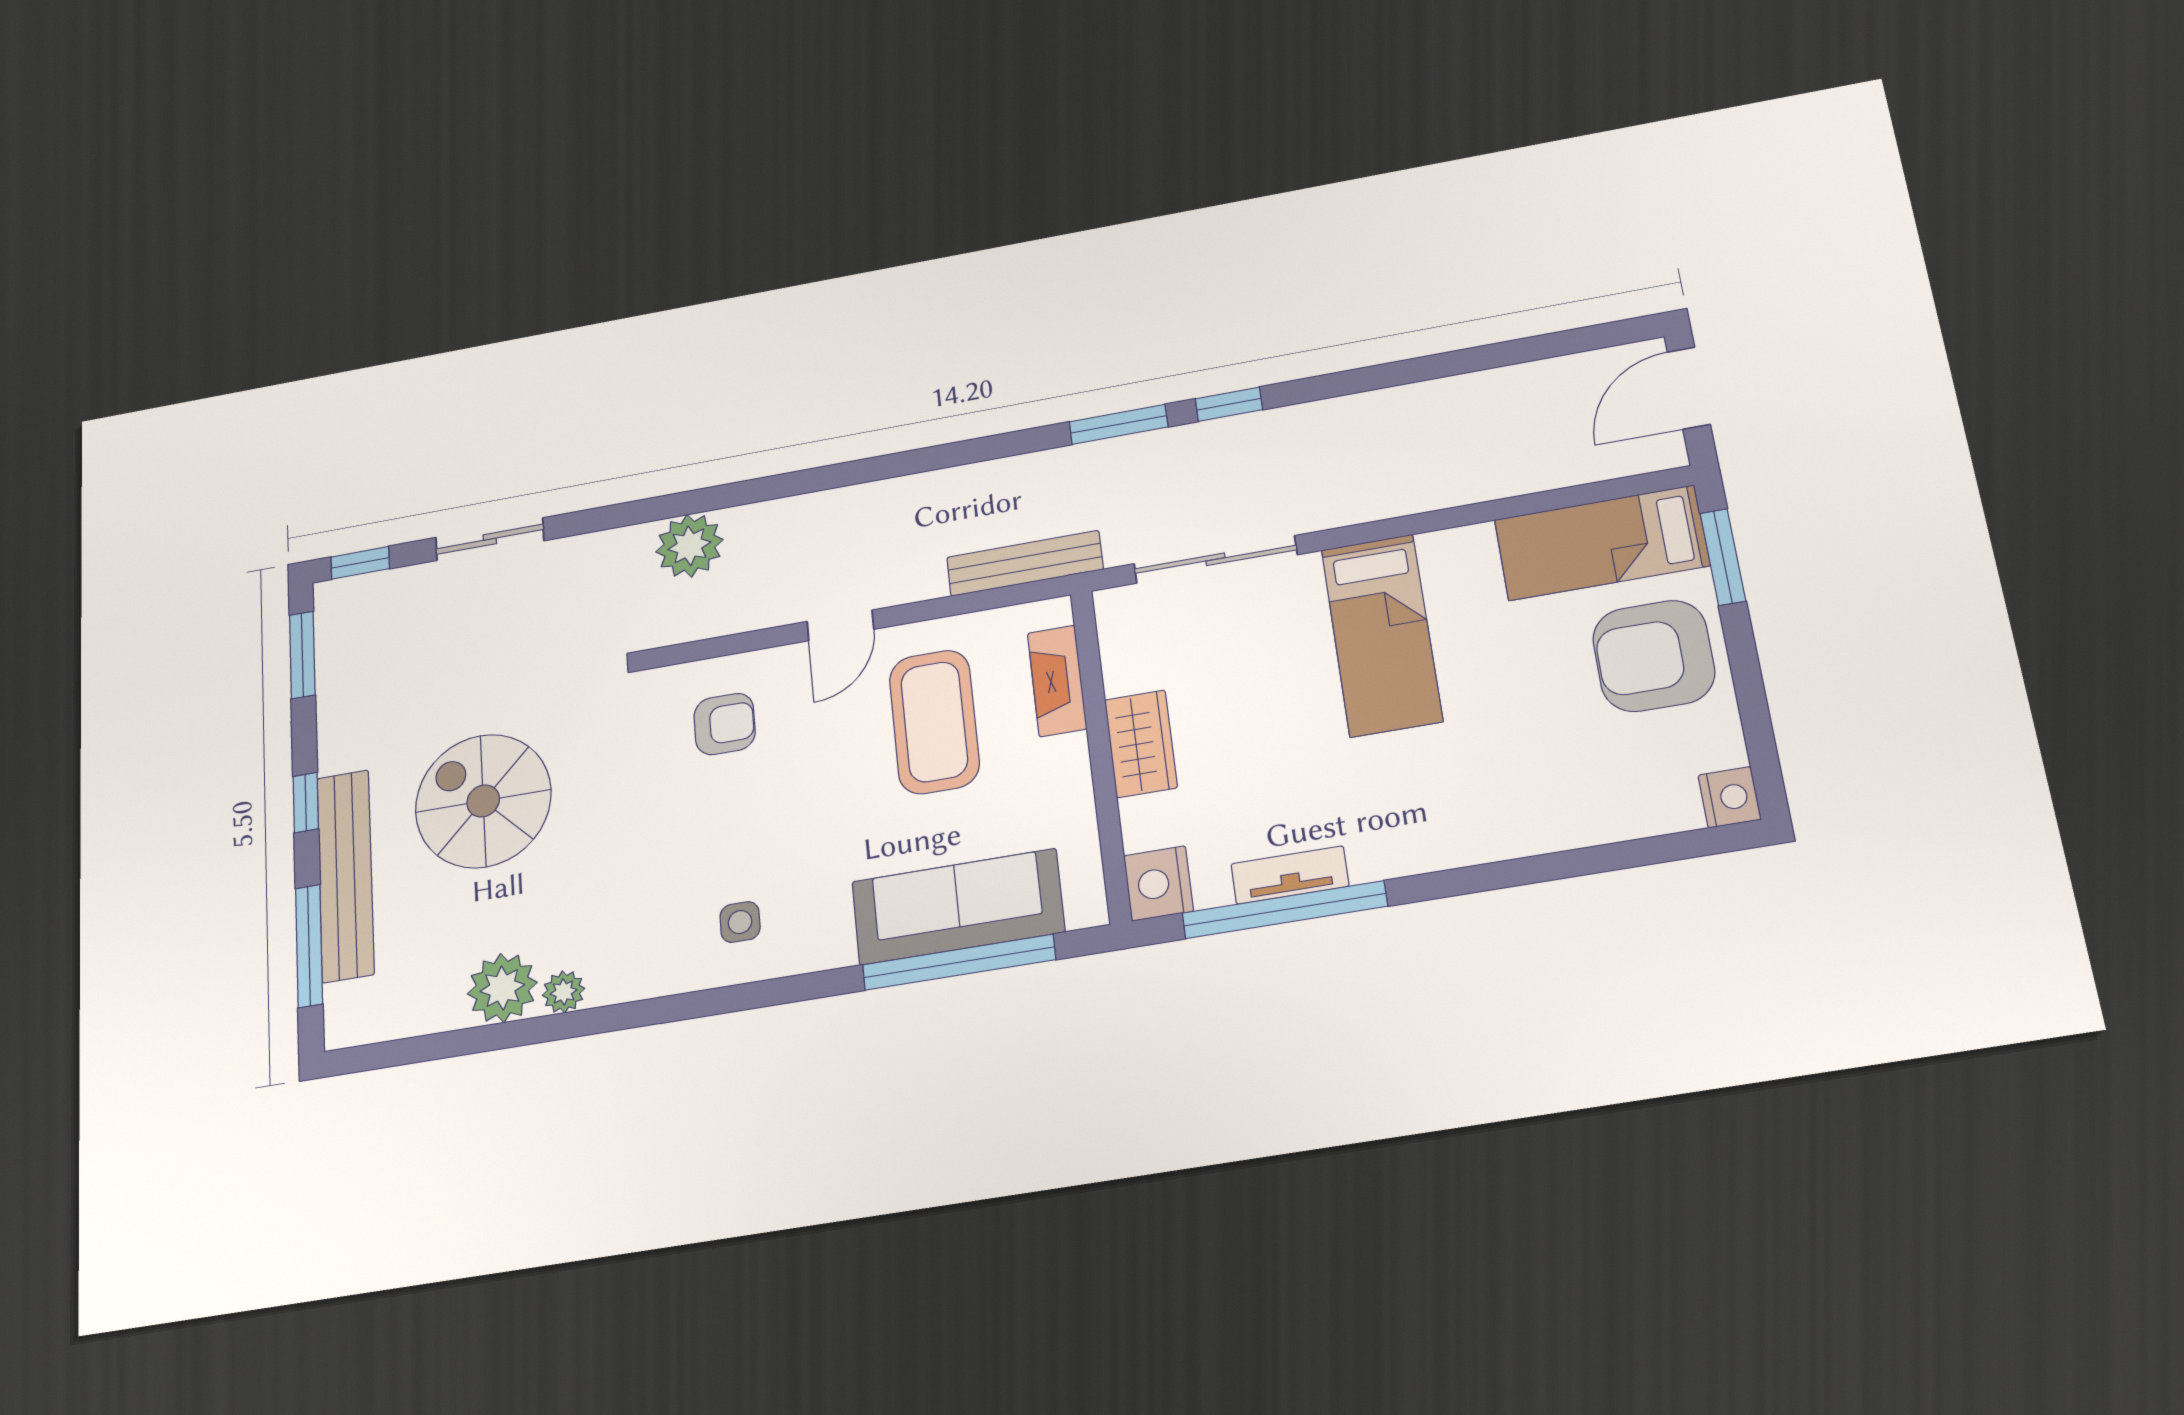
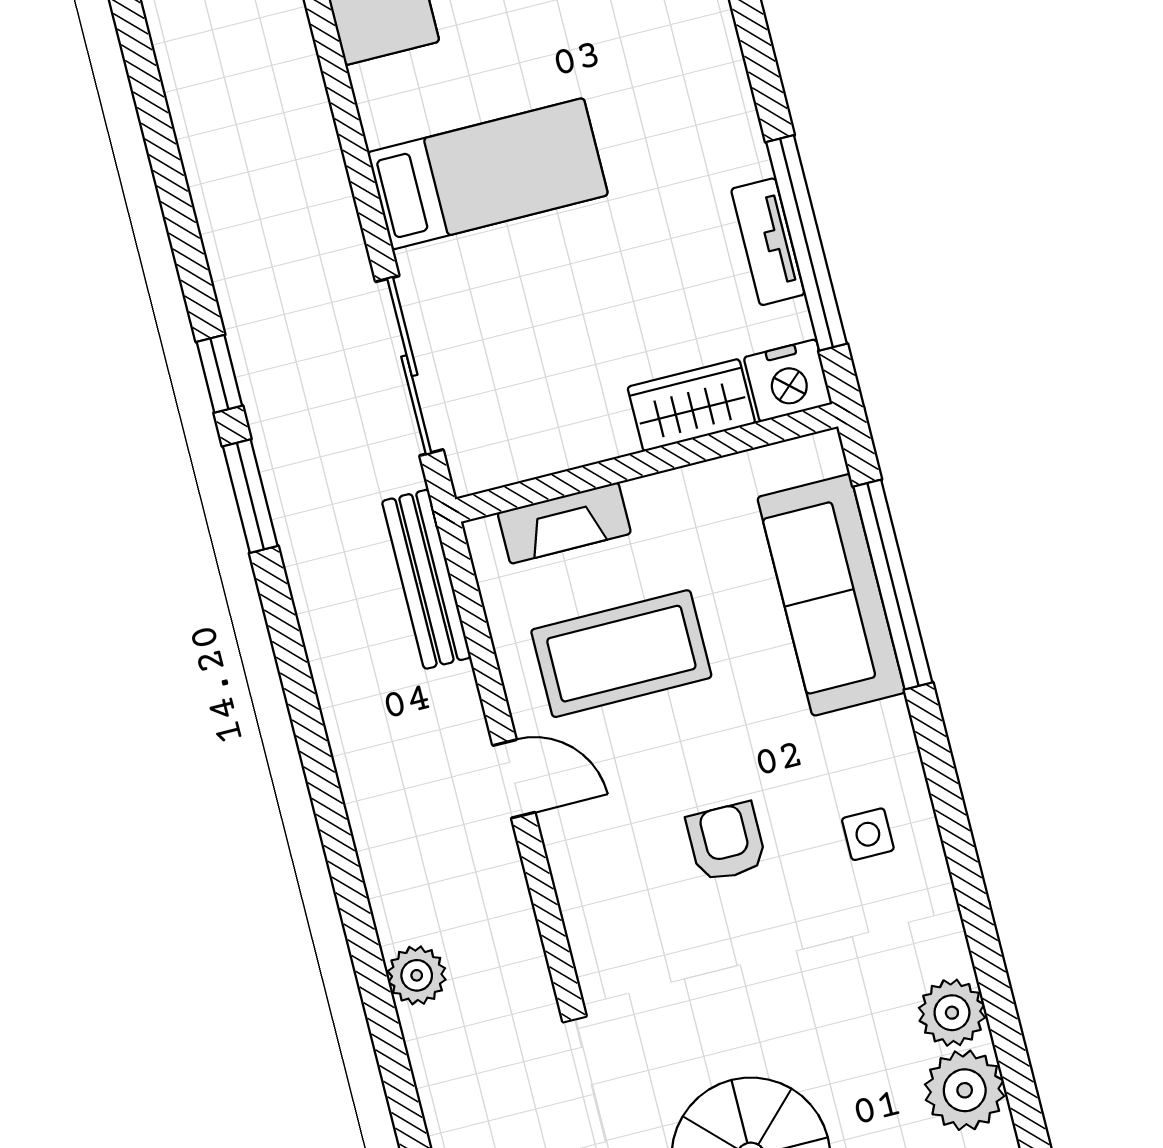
plant: (689, 546) -> (417, 975), width x0.73, depth x0.73
armchair: (725, 724) -> (726, 842), moved
wardrobe: (1141, 744) -> (691, 405), moved
plant: (564, 992) -> (952, 1013), width x1.38, depth x1.38

